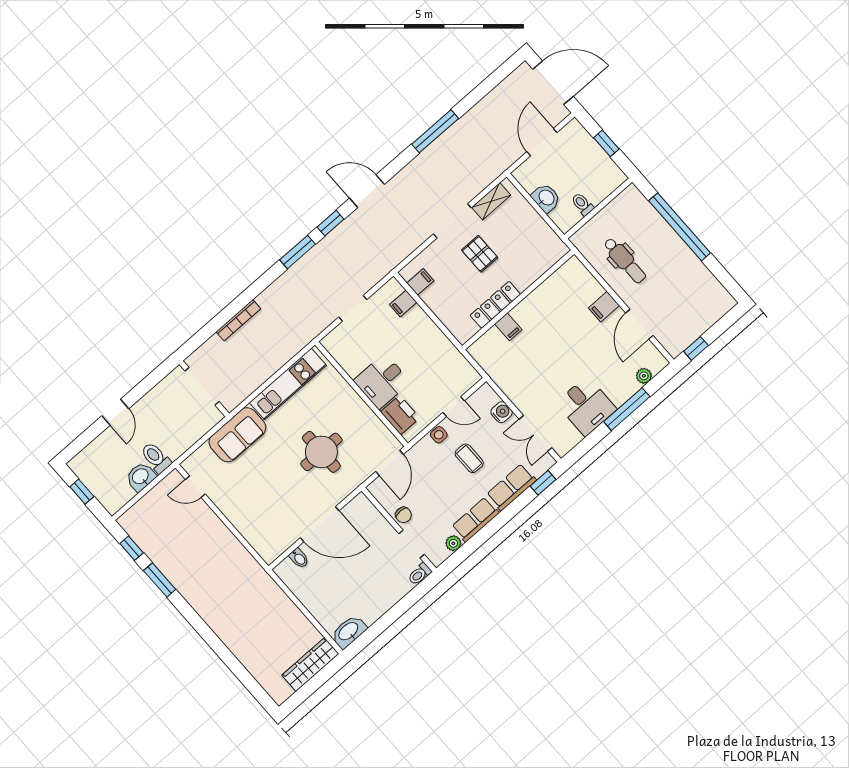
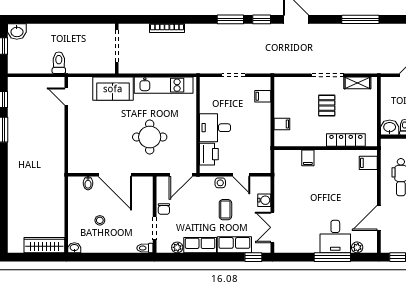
washbasin: (546, 198) -> (390, 128), moved, turned -90
filing cabinet: (420, 282) -> (282, 124), moved
locker: (495, 305) -> (346, 140), moved
filing cabinet: (604, 307) -> (368, 163), moved
desk: (586, 406) -> (335, 237), moved
door: (115, 412) -> (58, 19), removed
washbasin: (141, 477) -> (17, 31), moved, turned 180
stool: (346, 587) -> (100, 220), added
washbasin: (349, 632) -> (74, 248), width x0.52, depth x0.69

